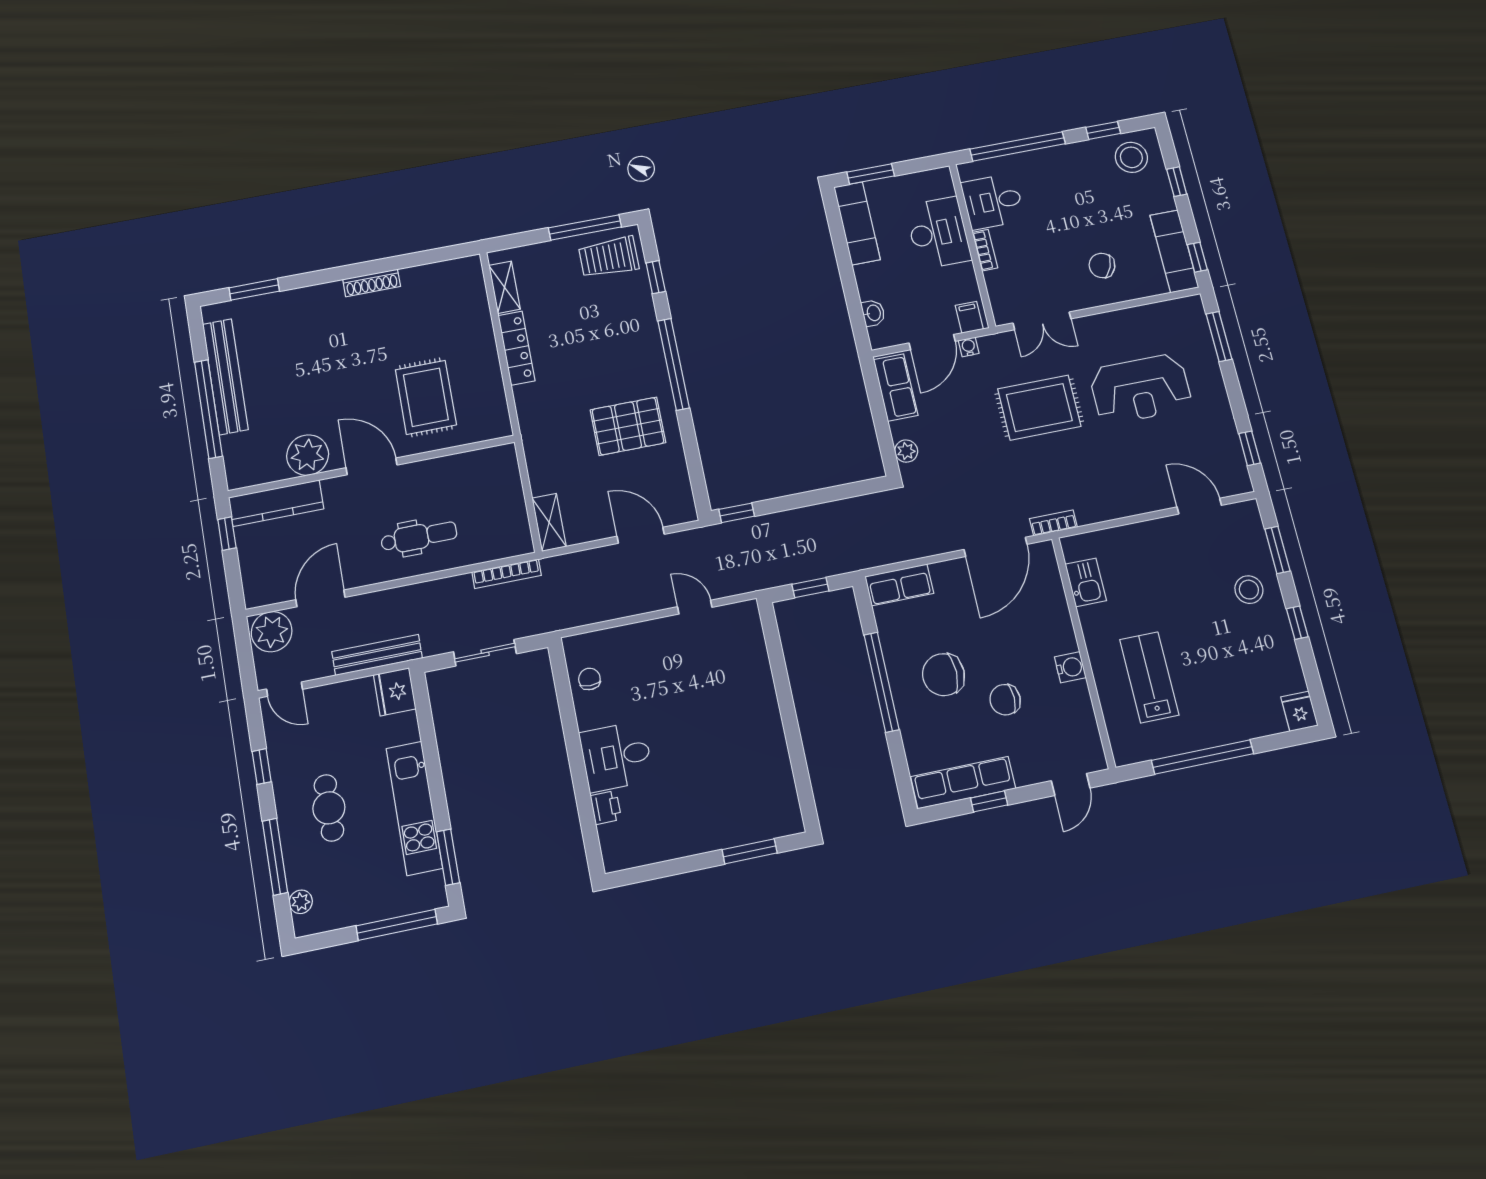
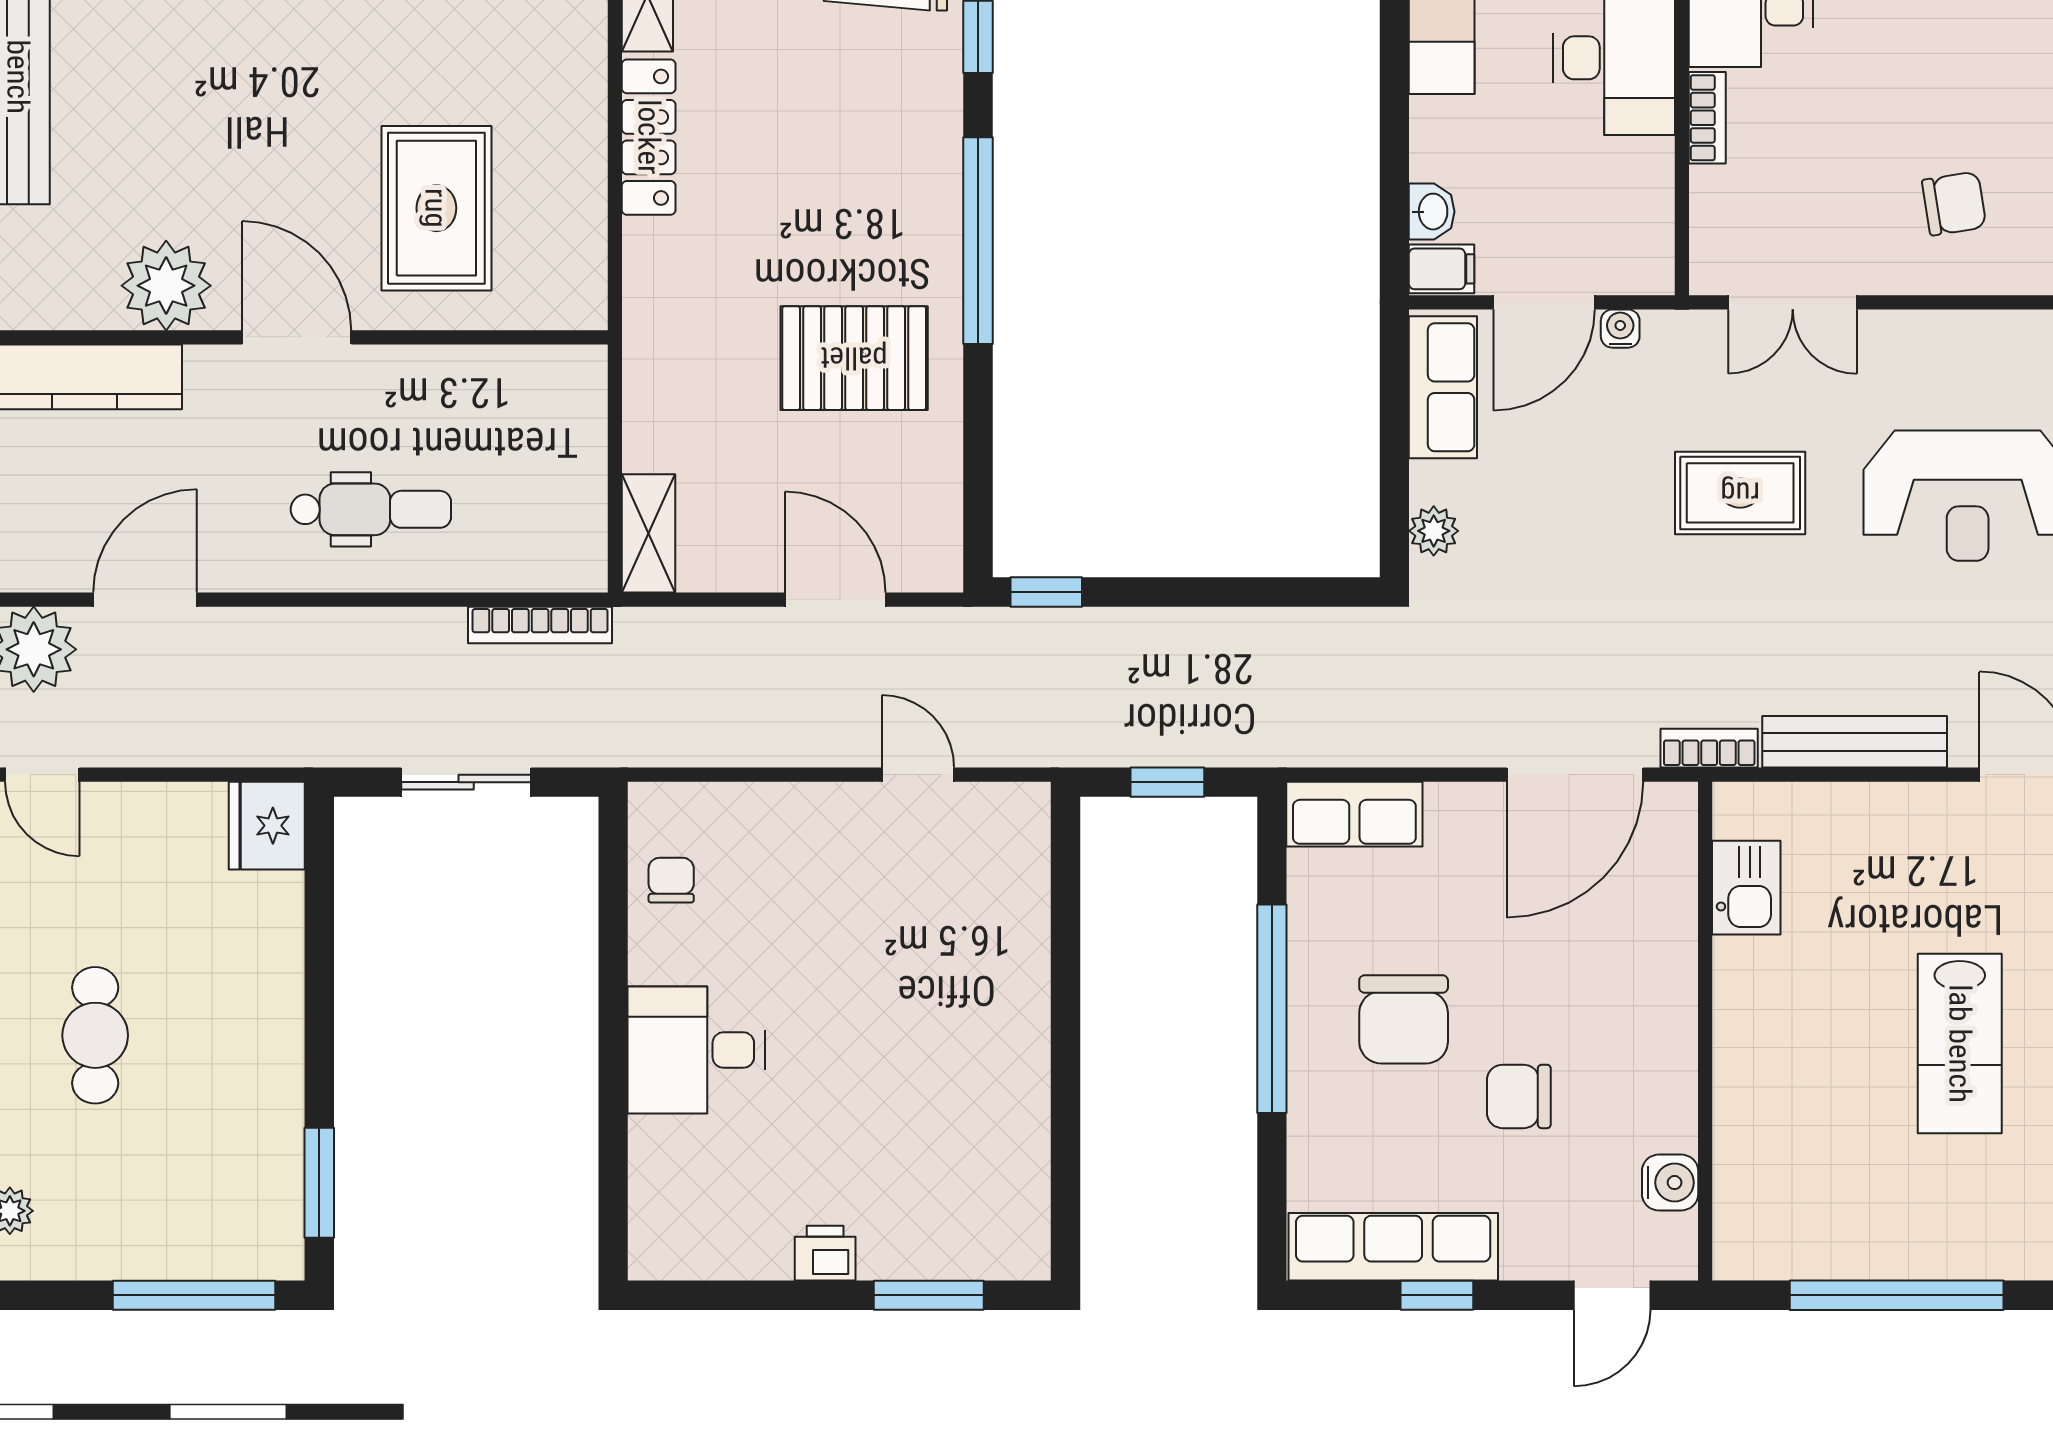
chair: (1102, 266) -> (1954, 203), turned 148
filing cabinet: (969, 317) -> (1442, 269), moved, turned 90
rug: (1039, 408) -> (1740, 493), width x0.73, depth x0.70
bench: (377, 655) -> (1855, 742), moved
water cooler: (1070, 667) -> (1670, 1183), moved
chair: (943, 675) -> (1404, 1019), turned -90
lab bench: (1149, 677) -> (1960, 1044), moved, turned 180
kitchen unit: (414, 808) -> (267, 1071), removed
printer: (606, 808) -> (825, 1253), moved, turned -90

